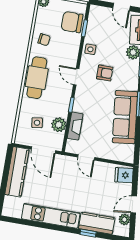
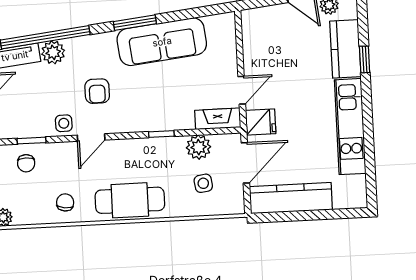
chair: (72, 22) -> (26, 163), width x0.54, depth x0.54
armchair: (105, 73) -> (97, 91), turned 180
door: (76, 77) -> (91, 138), moved
fireplace: (75, 126) -> (218, 119), moved
fridge: (124, 175) -> (261, 122), moved, turned -84

